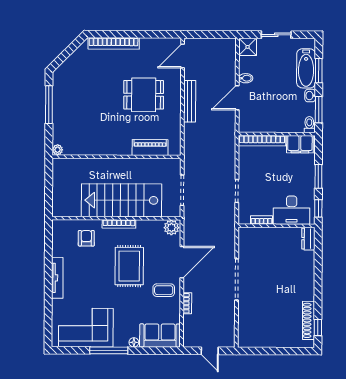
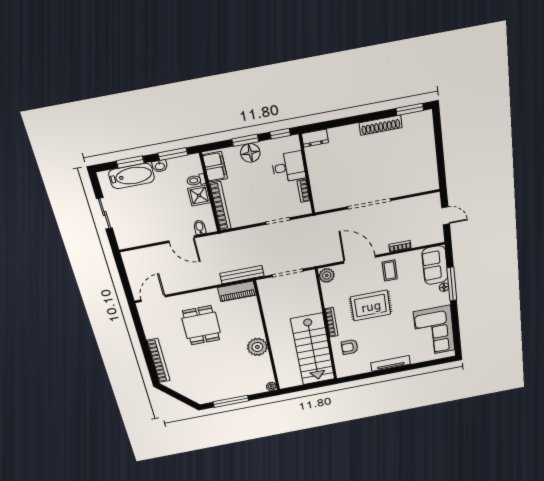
shower: (248, 47) -> (199, 195), moved
door: (183, 56) -> (153, 298), swing flipped
bidet: (246, 78) -> (200, 227), moved
bench: (190, 101) -> (242, 275), moved
toilet: (309, 125) -> (196, 180), moved
plant: (107, 145) -> (257, 347), added
piano: (150, 147) -> (237, 291), moved, turned -90
floor lamp: (306, 178) -> (250, 153), added
stairs: (122, 200) -> (313, 349), moved
desk: (292, 210) -> (288, 167), width x0.73
shoe rack: (309, 320) -> (381, 125), moved
window: (318, 328) -> (410, 109), width x1.50
window: (109, 350) -> (452, 284), moved
door: (210, 351) -> (446, 216), hinge flipped

